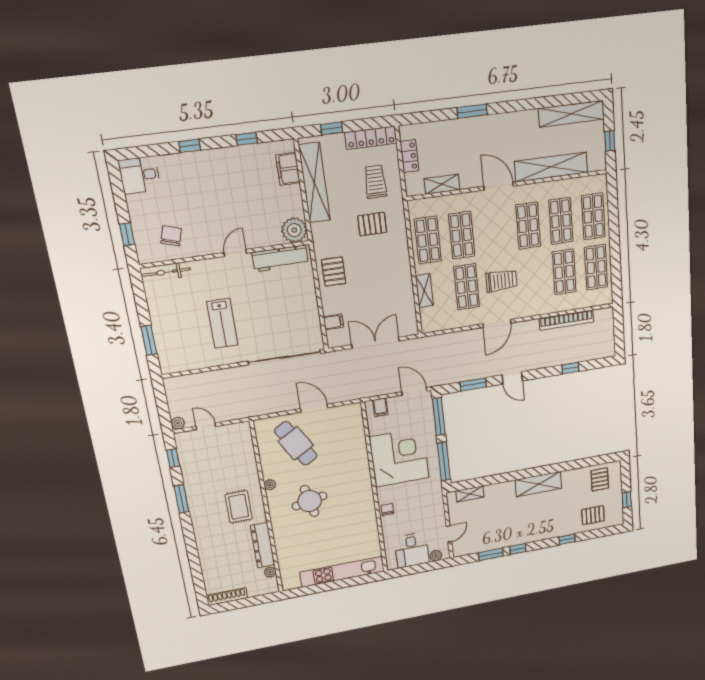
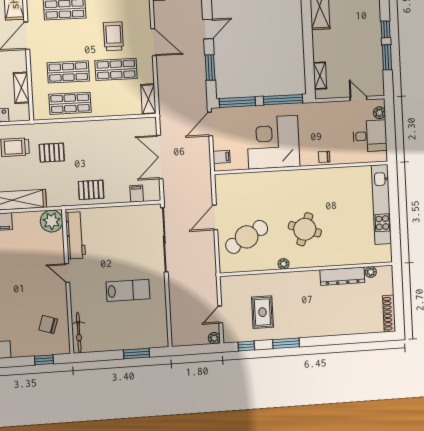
pallet: (372, 224) -> (52, 153), turned 90
shelving: (424, 291) -> (148, 99), moved, turned 90
round table: (310, 501) -> (305, 229), turned 31
rug: (239, 507) -> (262, 312), moved, turned 90

